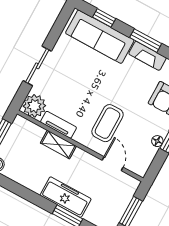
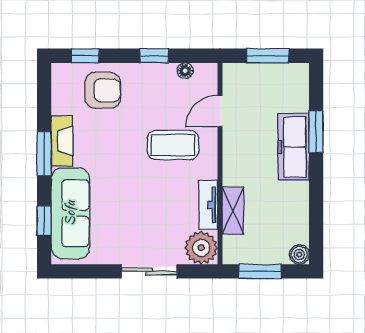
floor lamp: (157, 141) -> (185, 71), moved
shelving: (58, 145) -> (233, 211), moved

